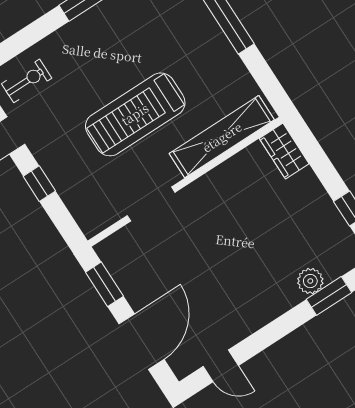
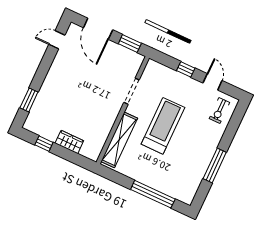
wardrobe: (284, 151) -> (69, 142), moved
plant: (310, 281) -> (41, 101), removed

